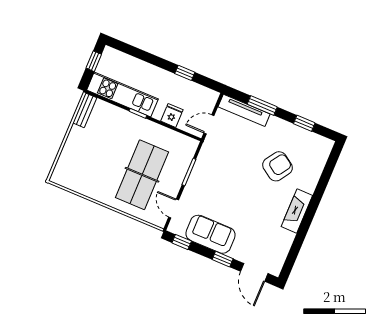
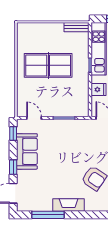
table tennis table: (142, 175) -> (48, 65), moved
door: (174, 208) -> (34, 118), hinge flipped
window: (298, 241) -> (48, 215), added

